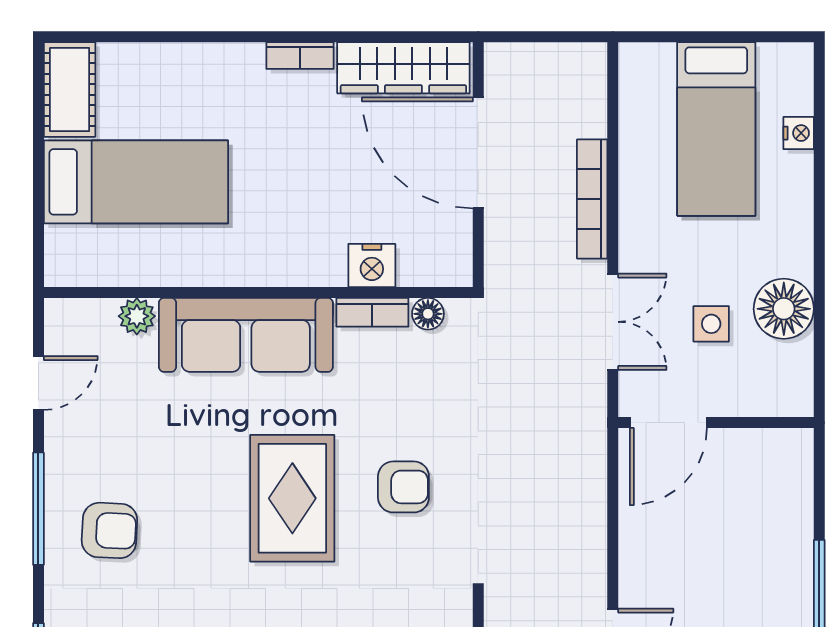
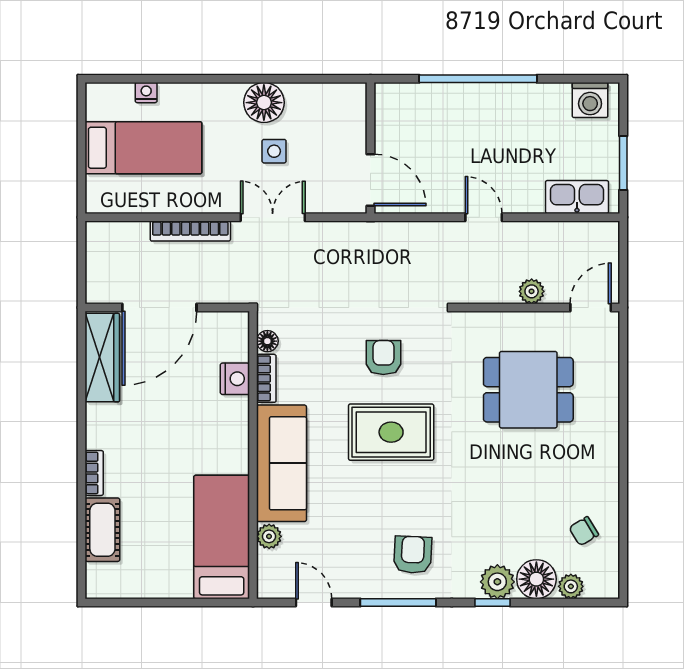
bookcase: (300, 56) -> (94, 473), moved
cot: (70, 89) -> (102, 530), moved, turned 90
bed: (136, 182) -> (222, 537), moved
door: (668, 423) -> (370, 180), moved
wall: (716, 423) -> (370, 148), moved

